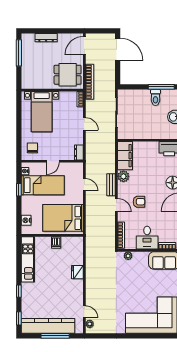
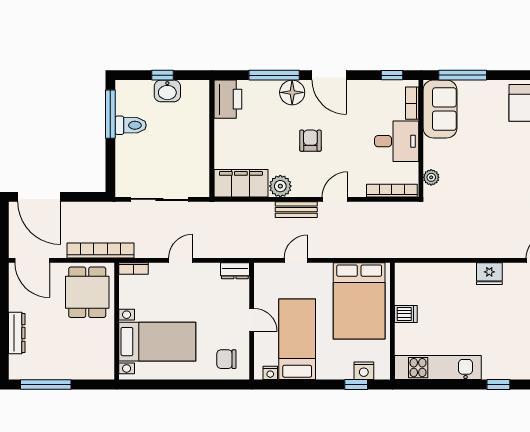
door: (118, 49) -> (39, 197), swing flipped
window: (19, 190) -> (356, 384), moved
armchair: (139, 202) -> (310, 141), moved
fridge: (77, 272) -> (489, 274), moved

